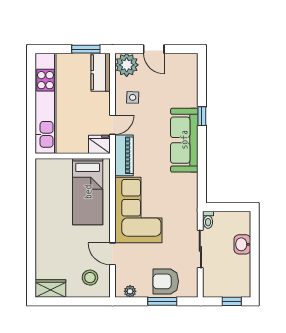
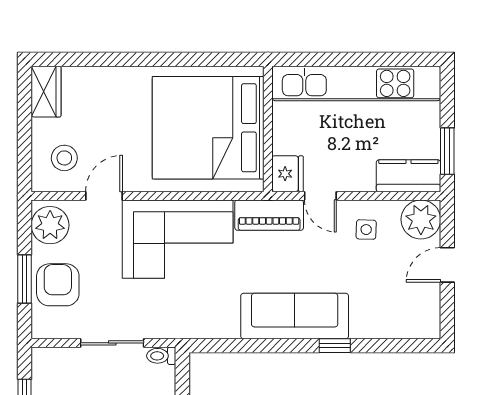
bed: (88, 192) -> (208, 128), width x2.04
plant: (130, 291) -> (50, 225), width x1.88, depth x1.88

